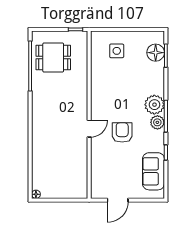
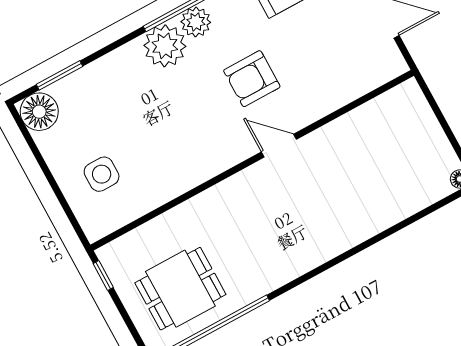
floor lamp: (156, 53) -> (39, 112), moved
dining table: (53, 57) -> (180, 289), turned 90

